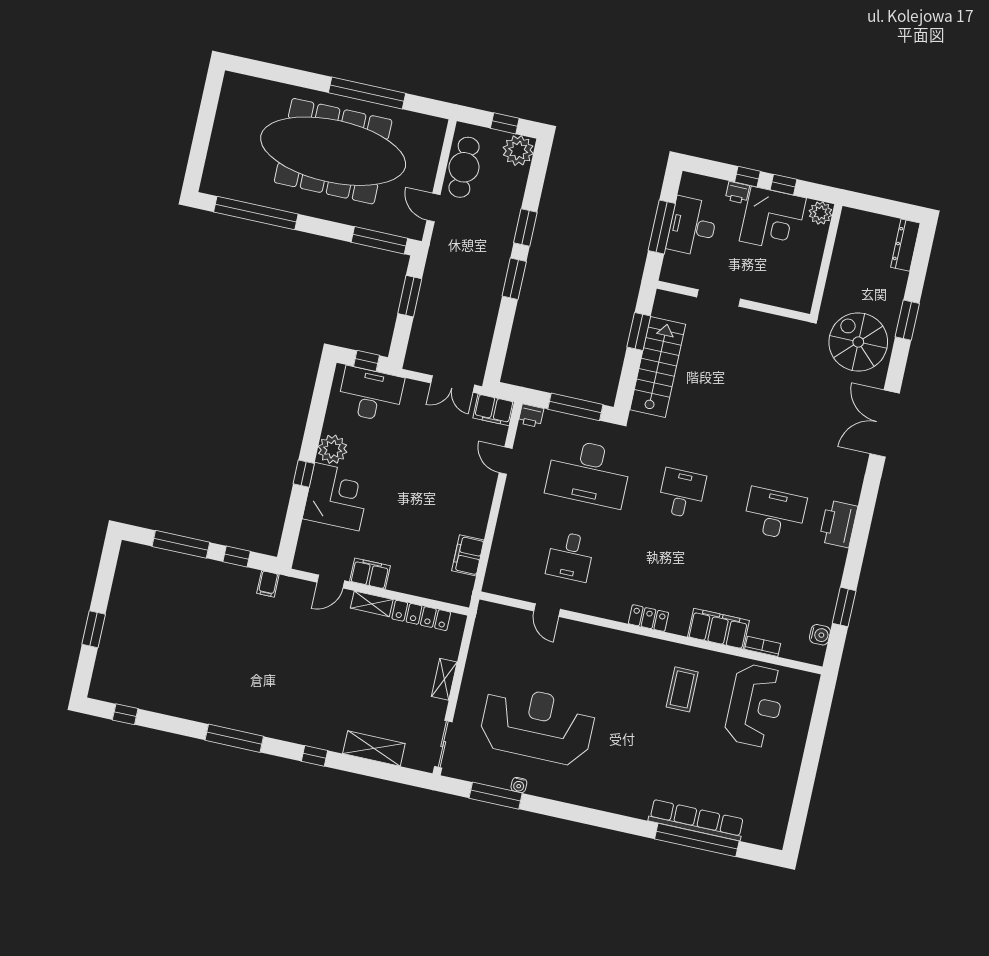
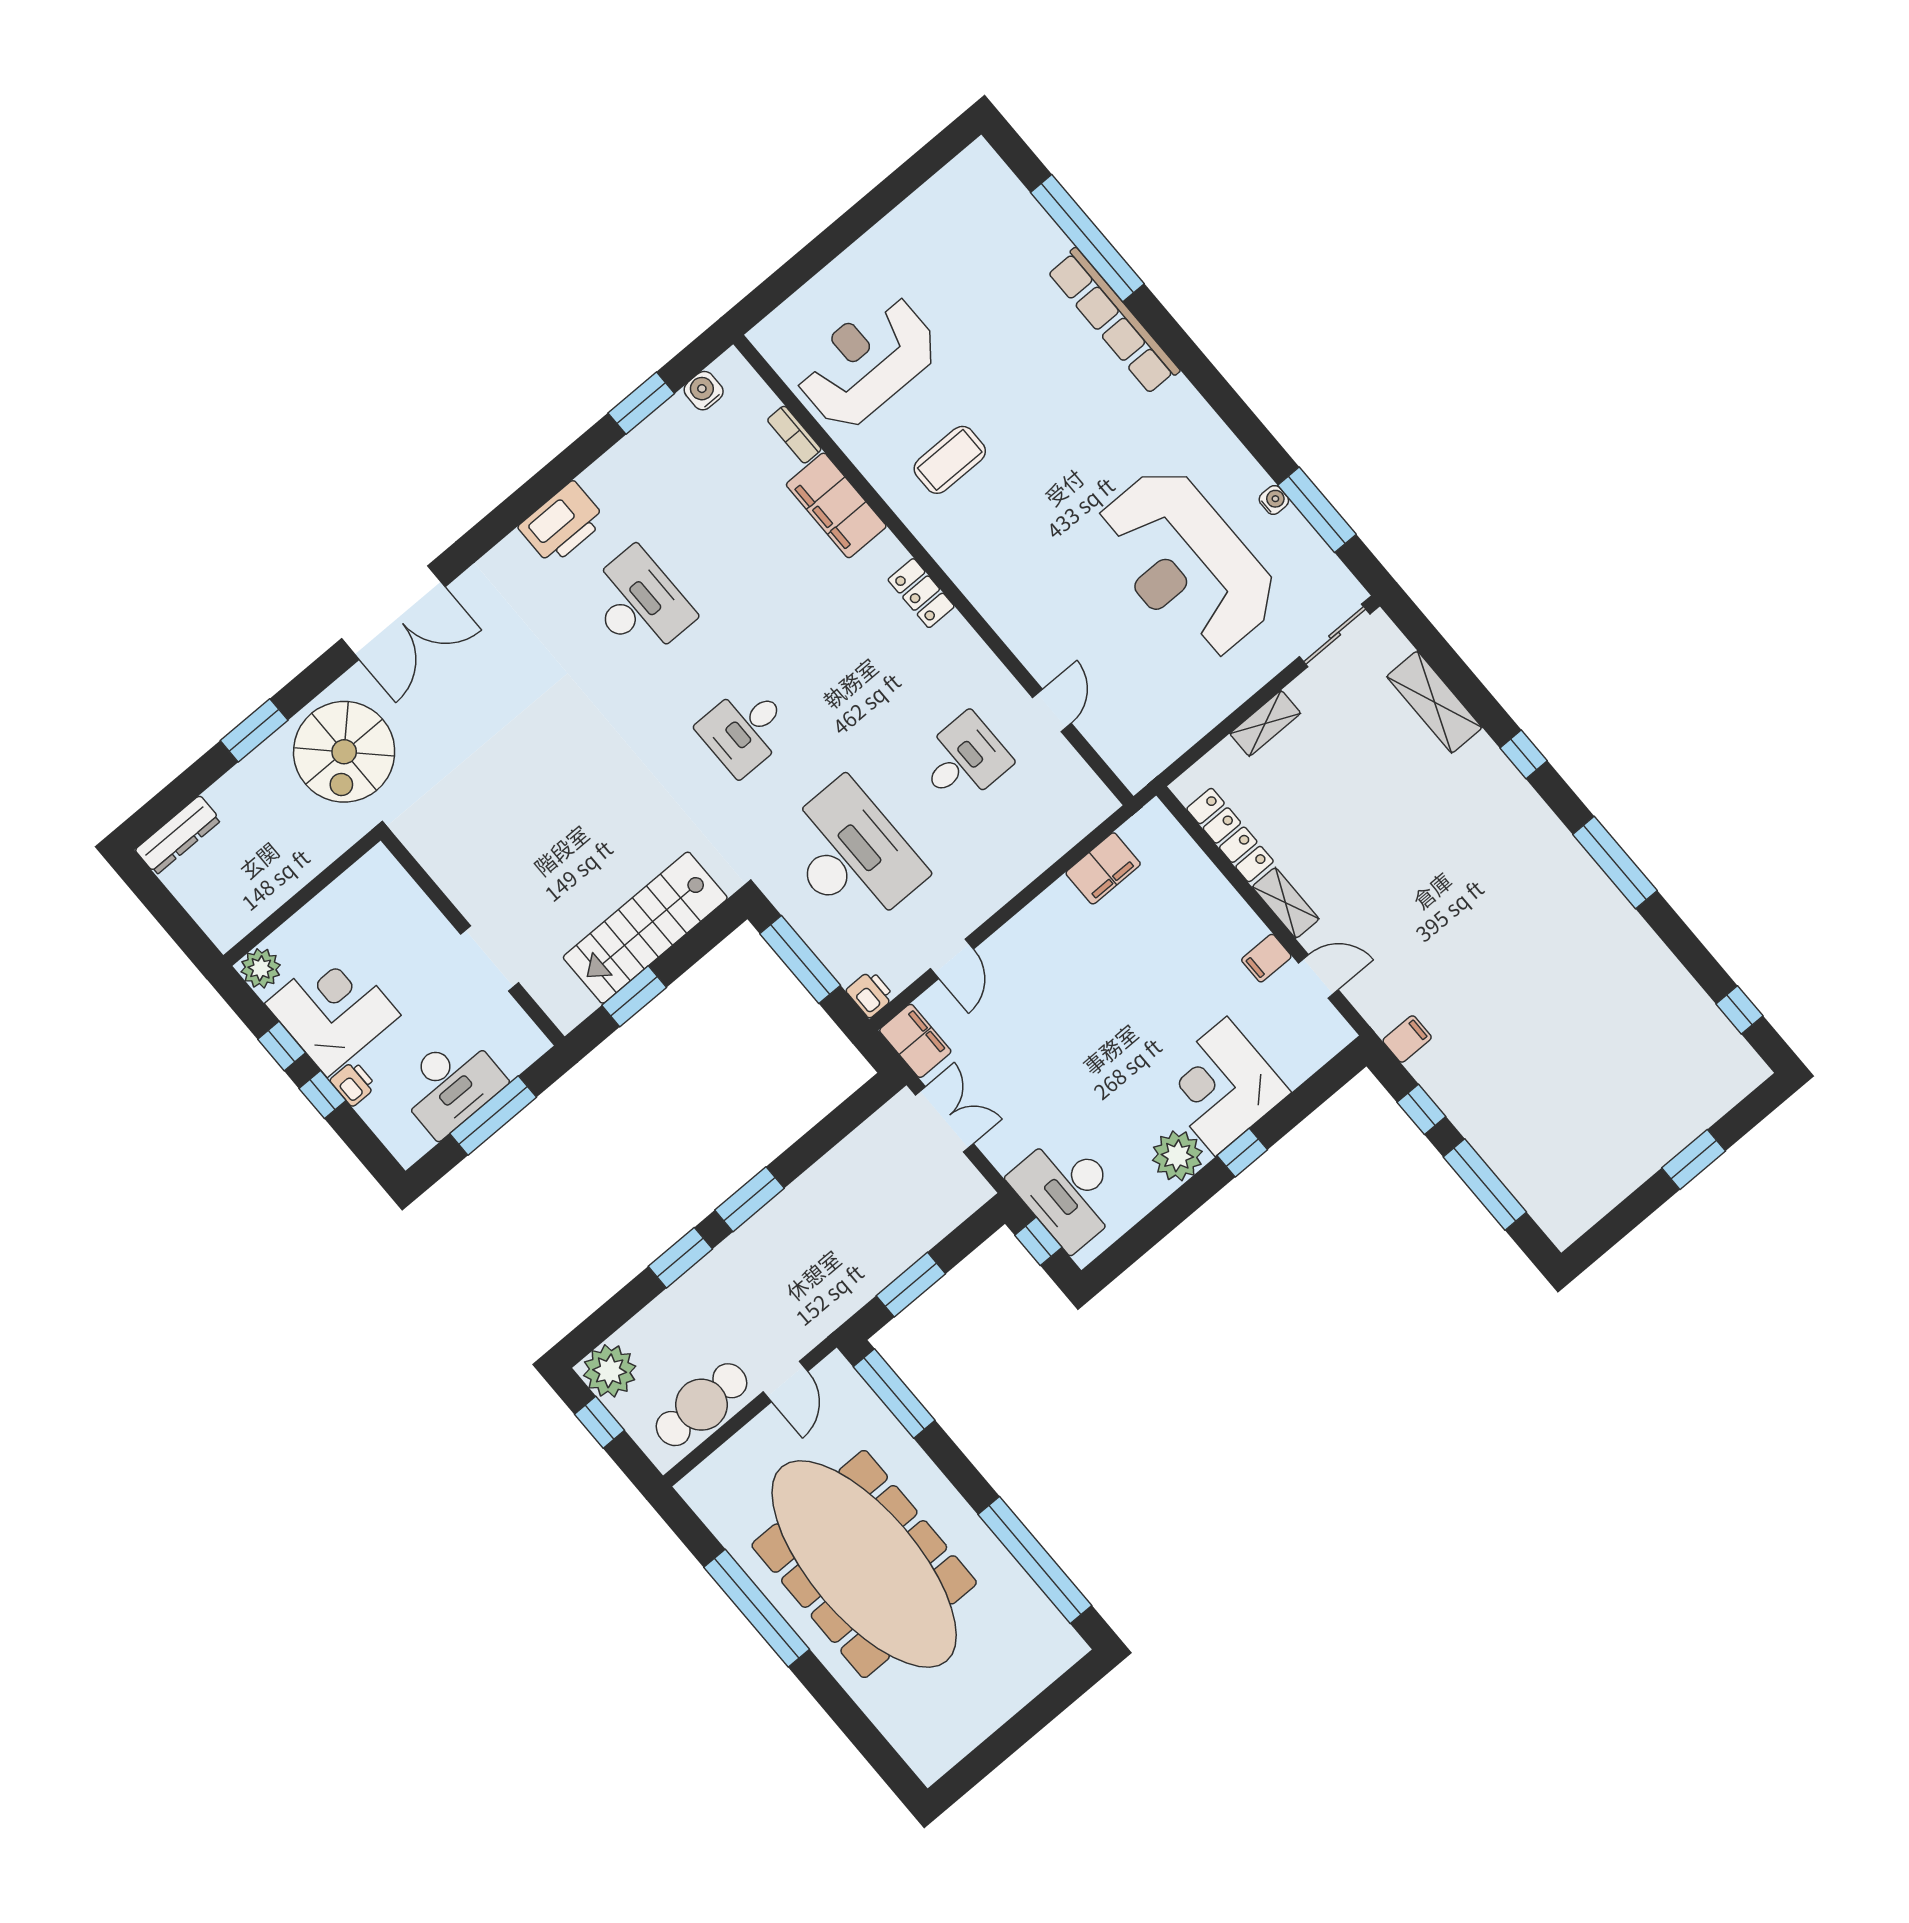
desk: (775, 514) -> (639, 604), turned 180
filing cabinet: (370, 574) -> (1266, 958), width x0.50
row of seats: (696, 820) -> (1114, 321), moved

